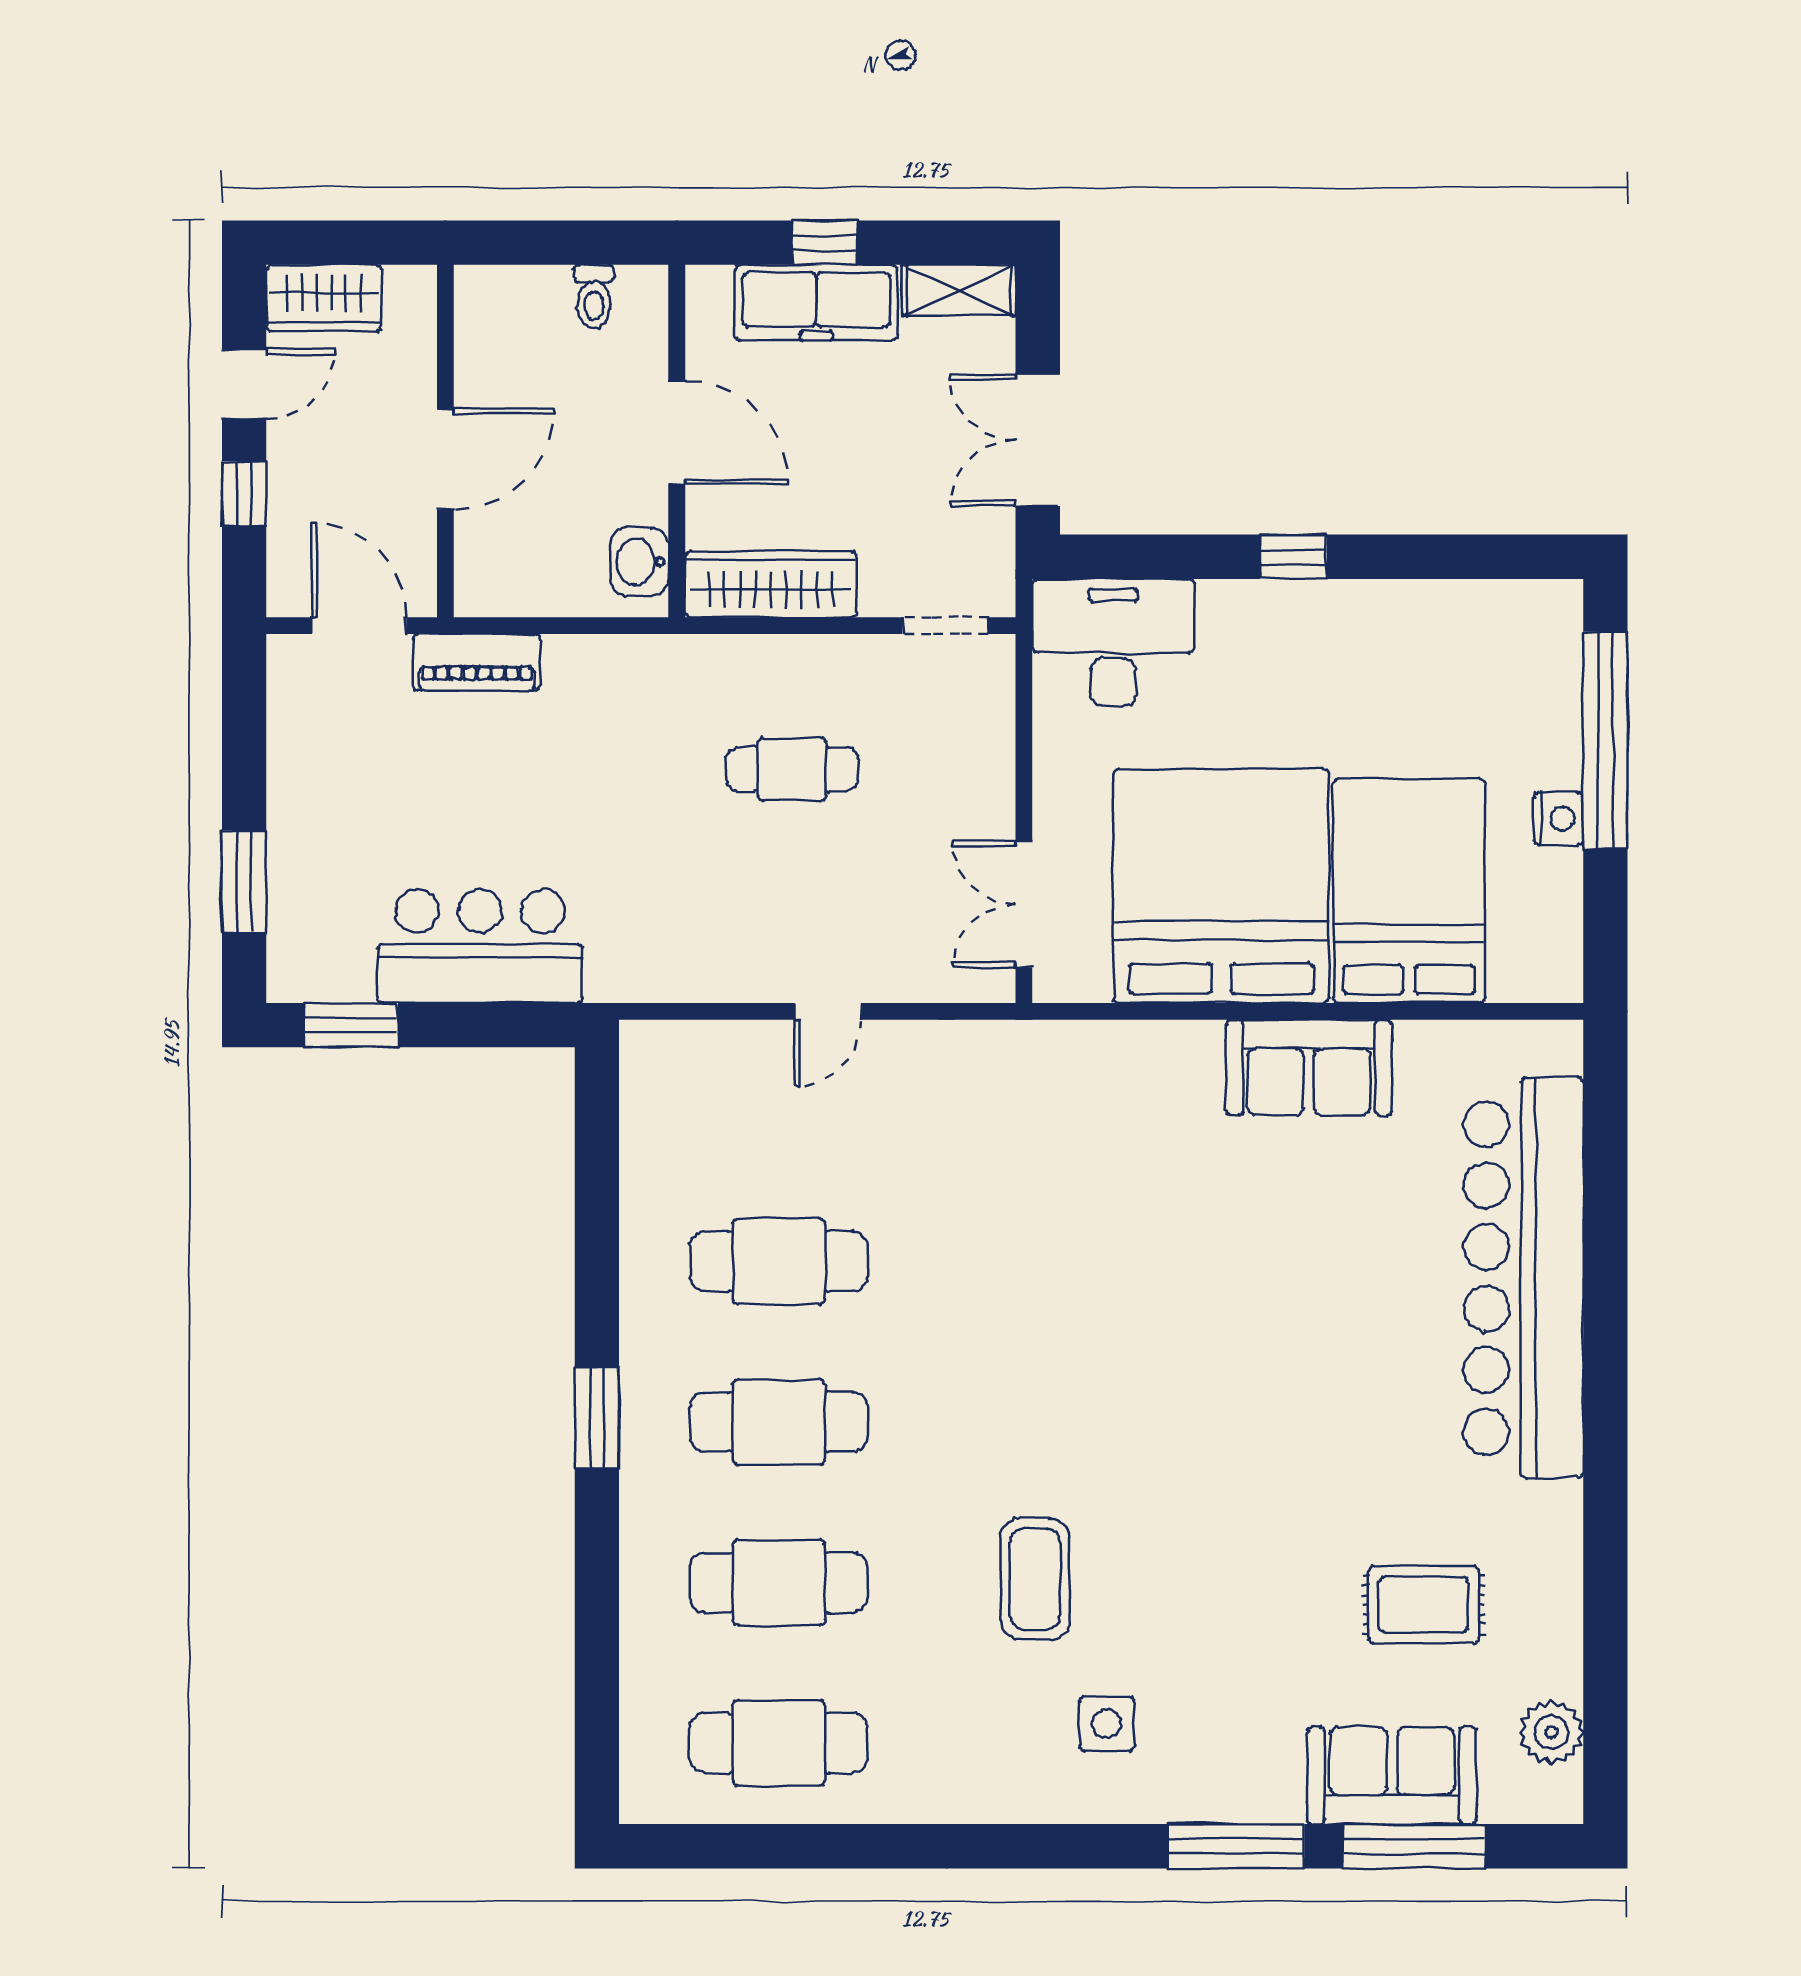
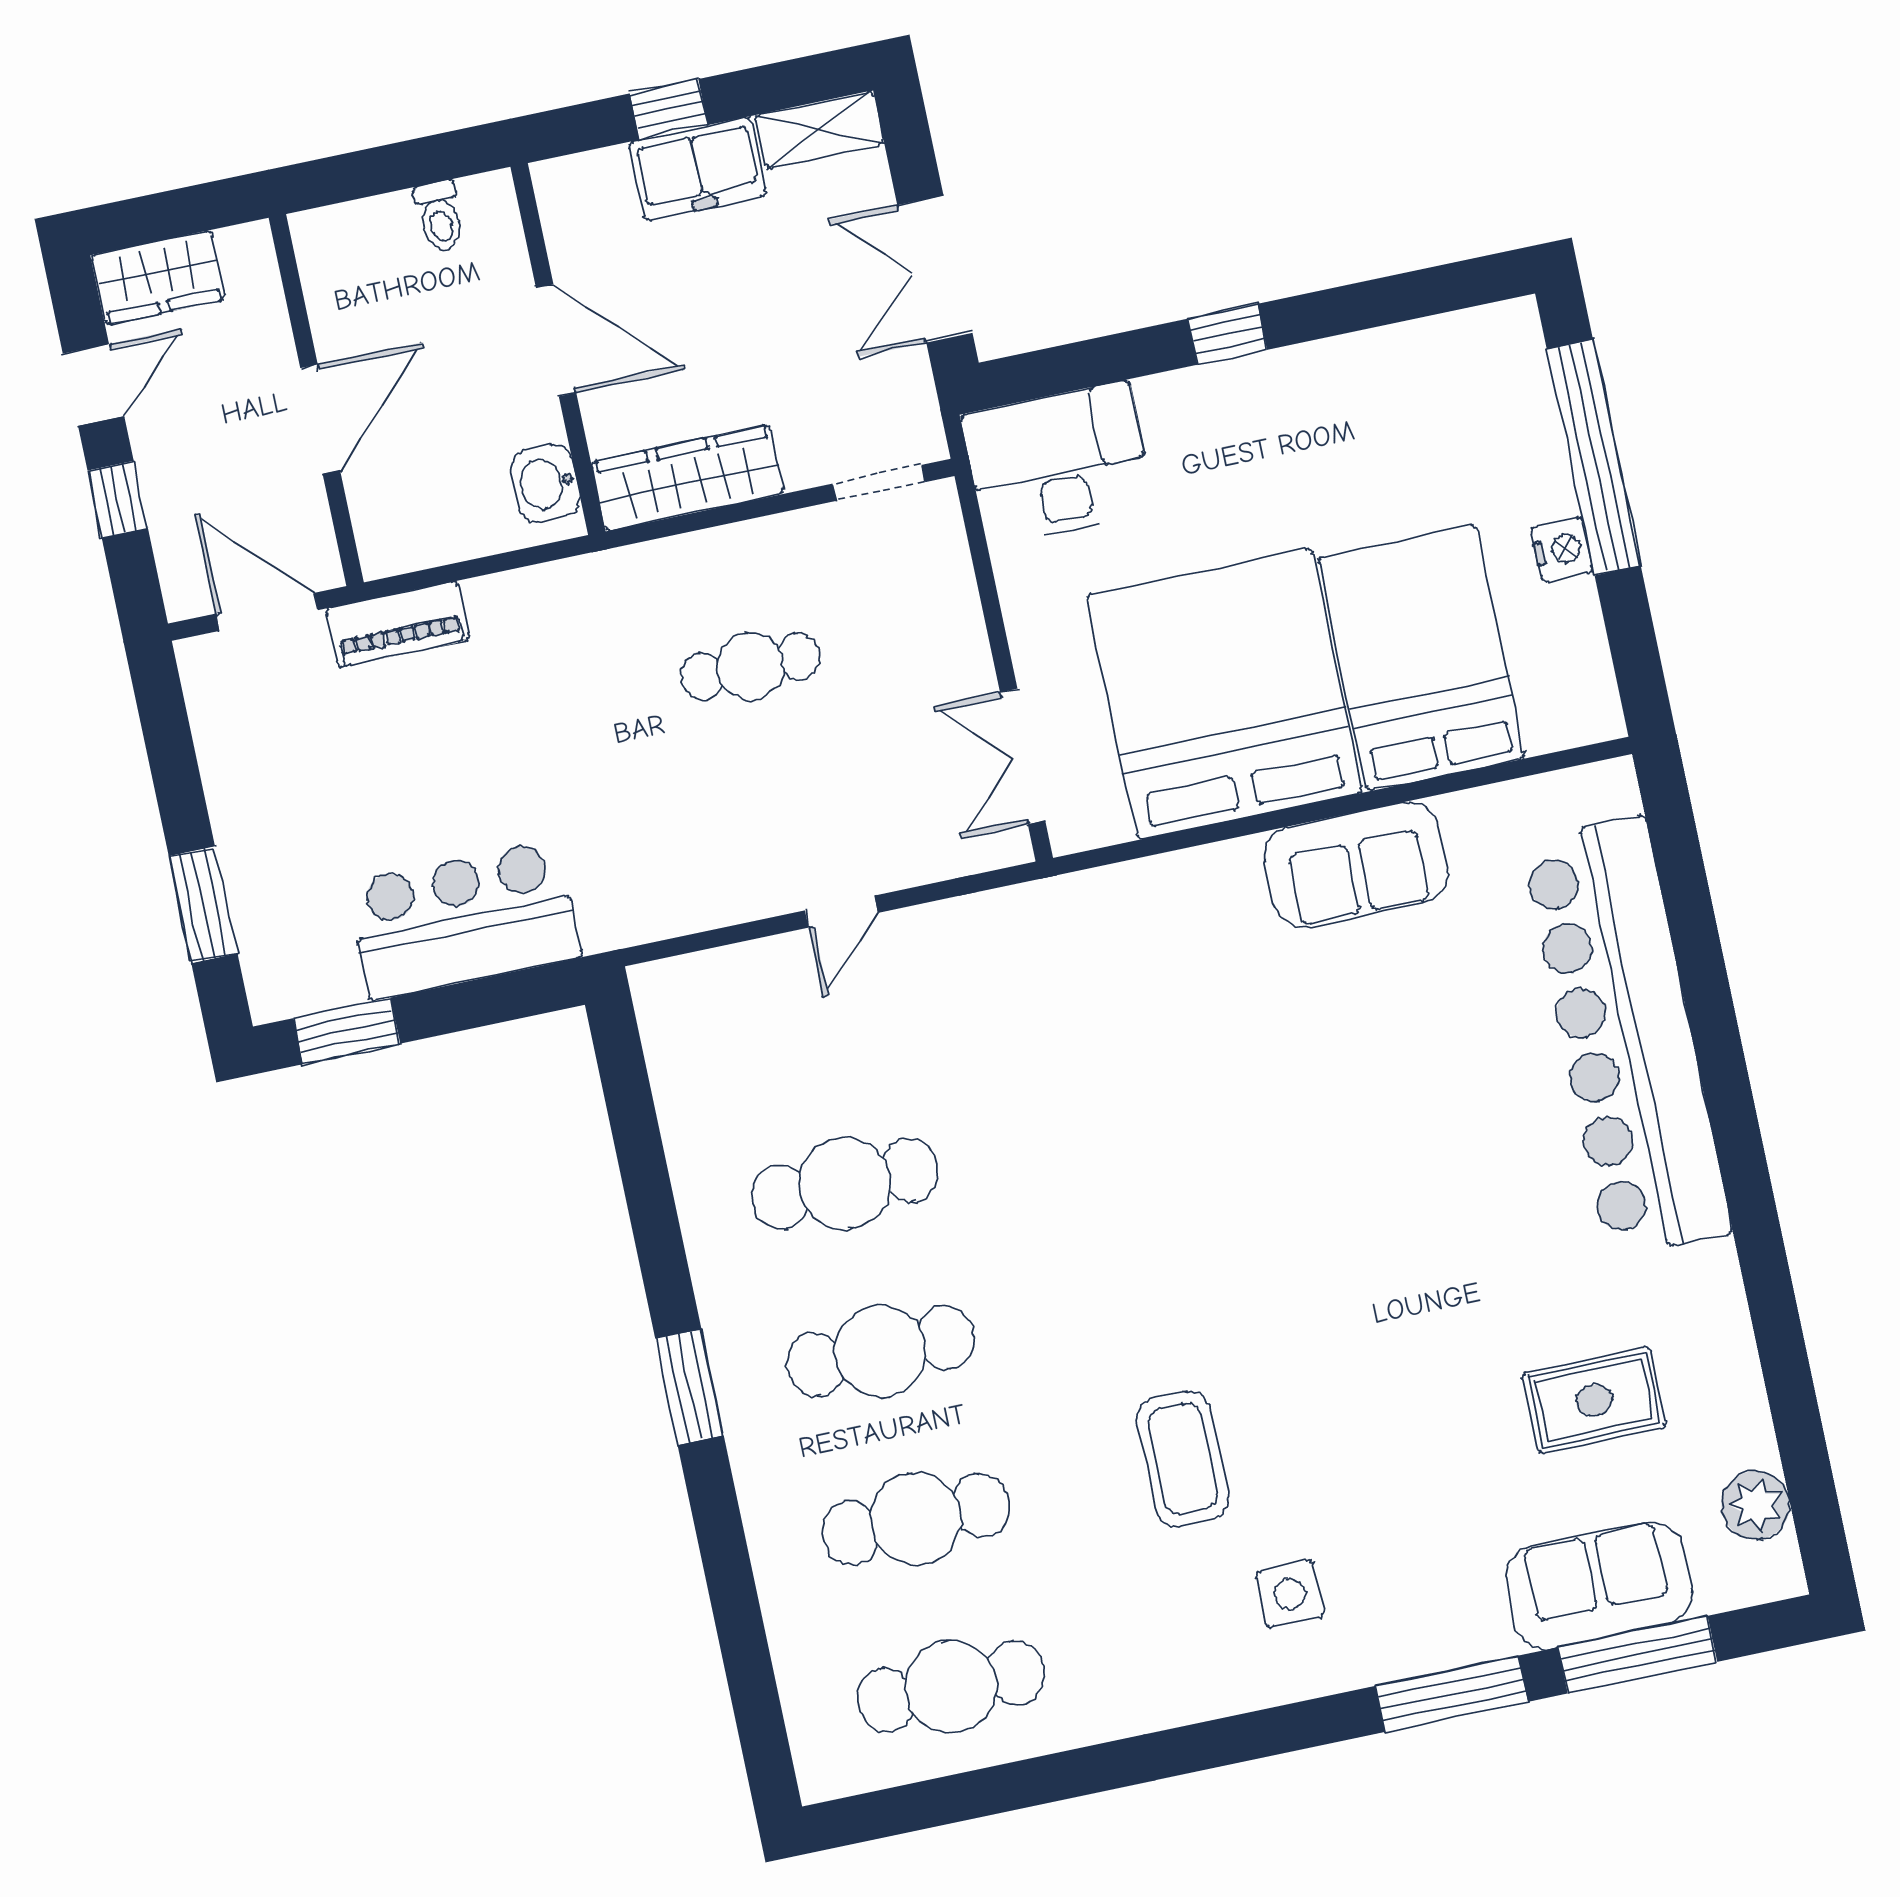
freezer: (816, 303) -> (698, 169), width x0.71

